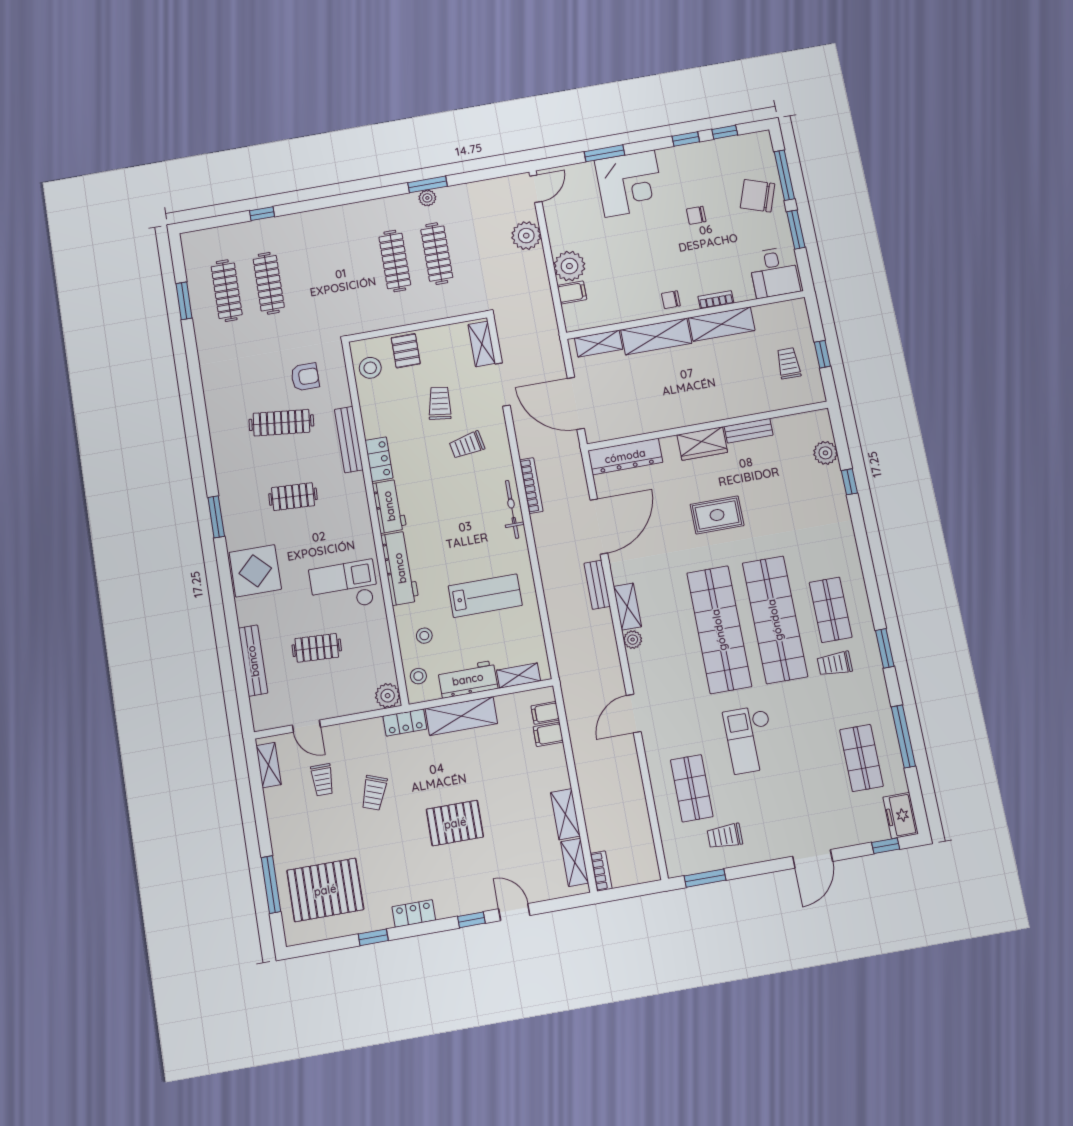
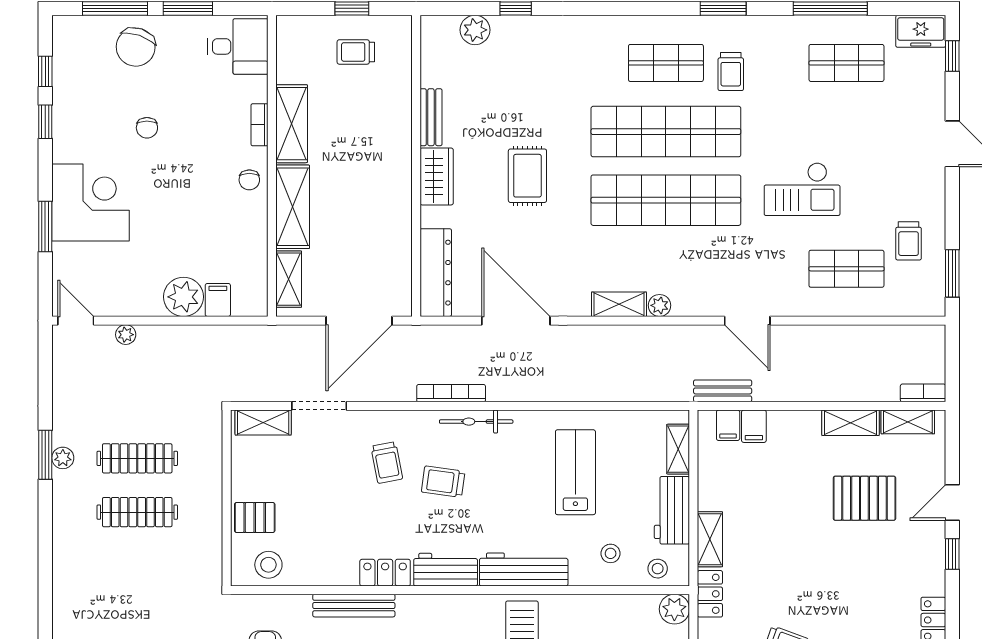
plant: (526, 236) -> (126, 335), width x0.53, depth x0.53
trolley: (440, 403) -> (443, 482), moved
bench: (597, 585) -> (723, 391), moved
shelving: (461, 716) -> (710, 539), width x0.67, depth x0.75
pallet: (455, 823) -> (864, 498), moved, turned 90

